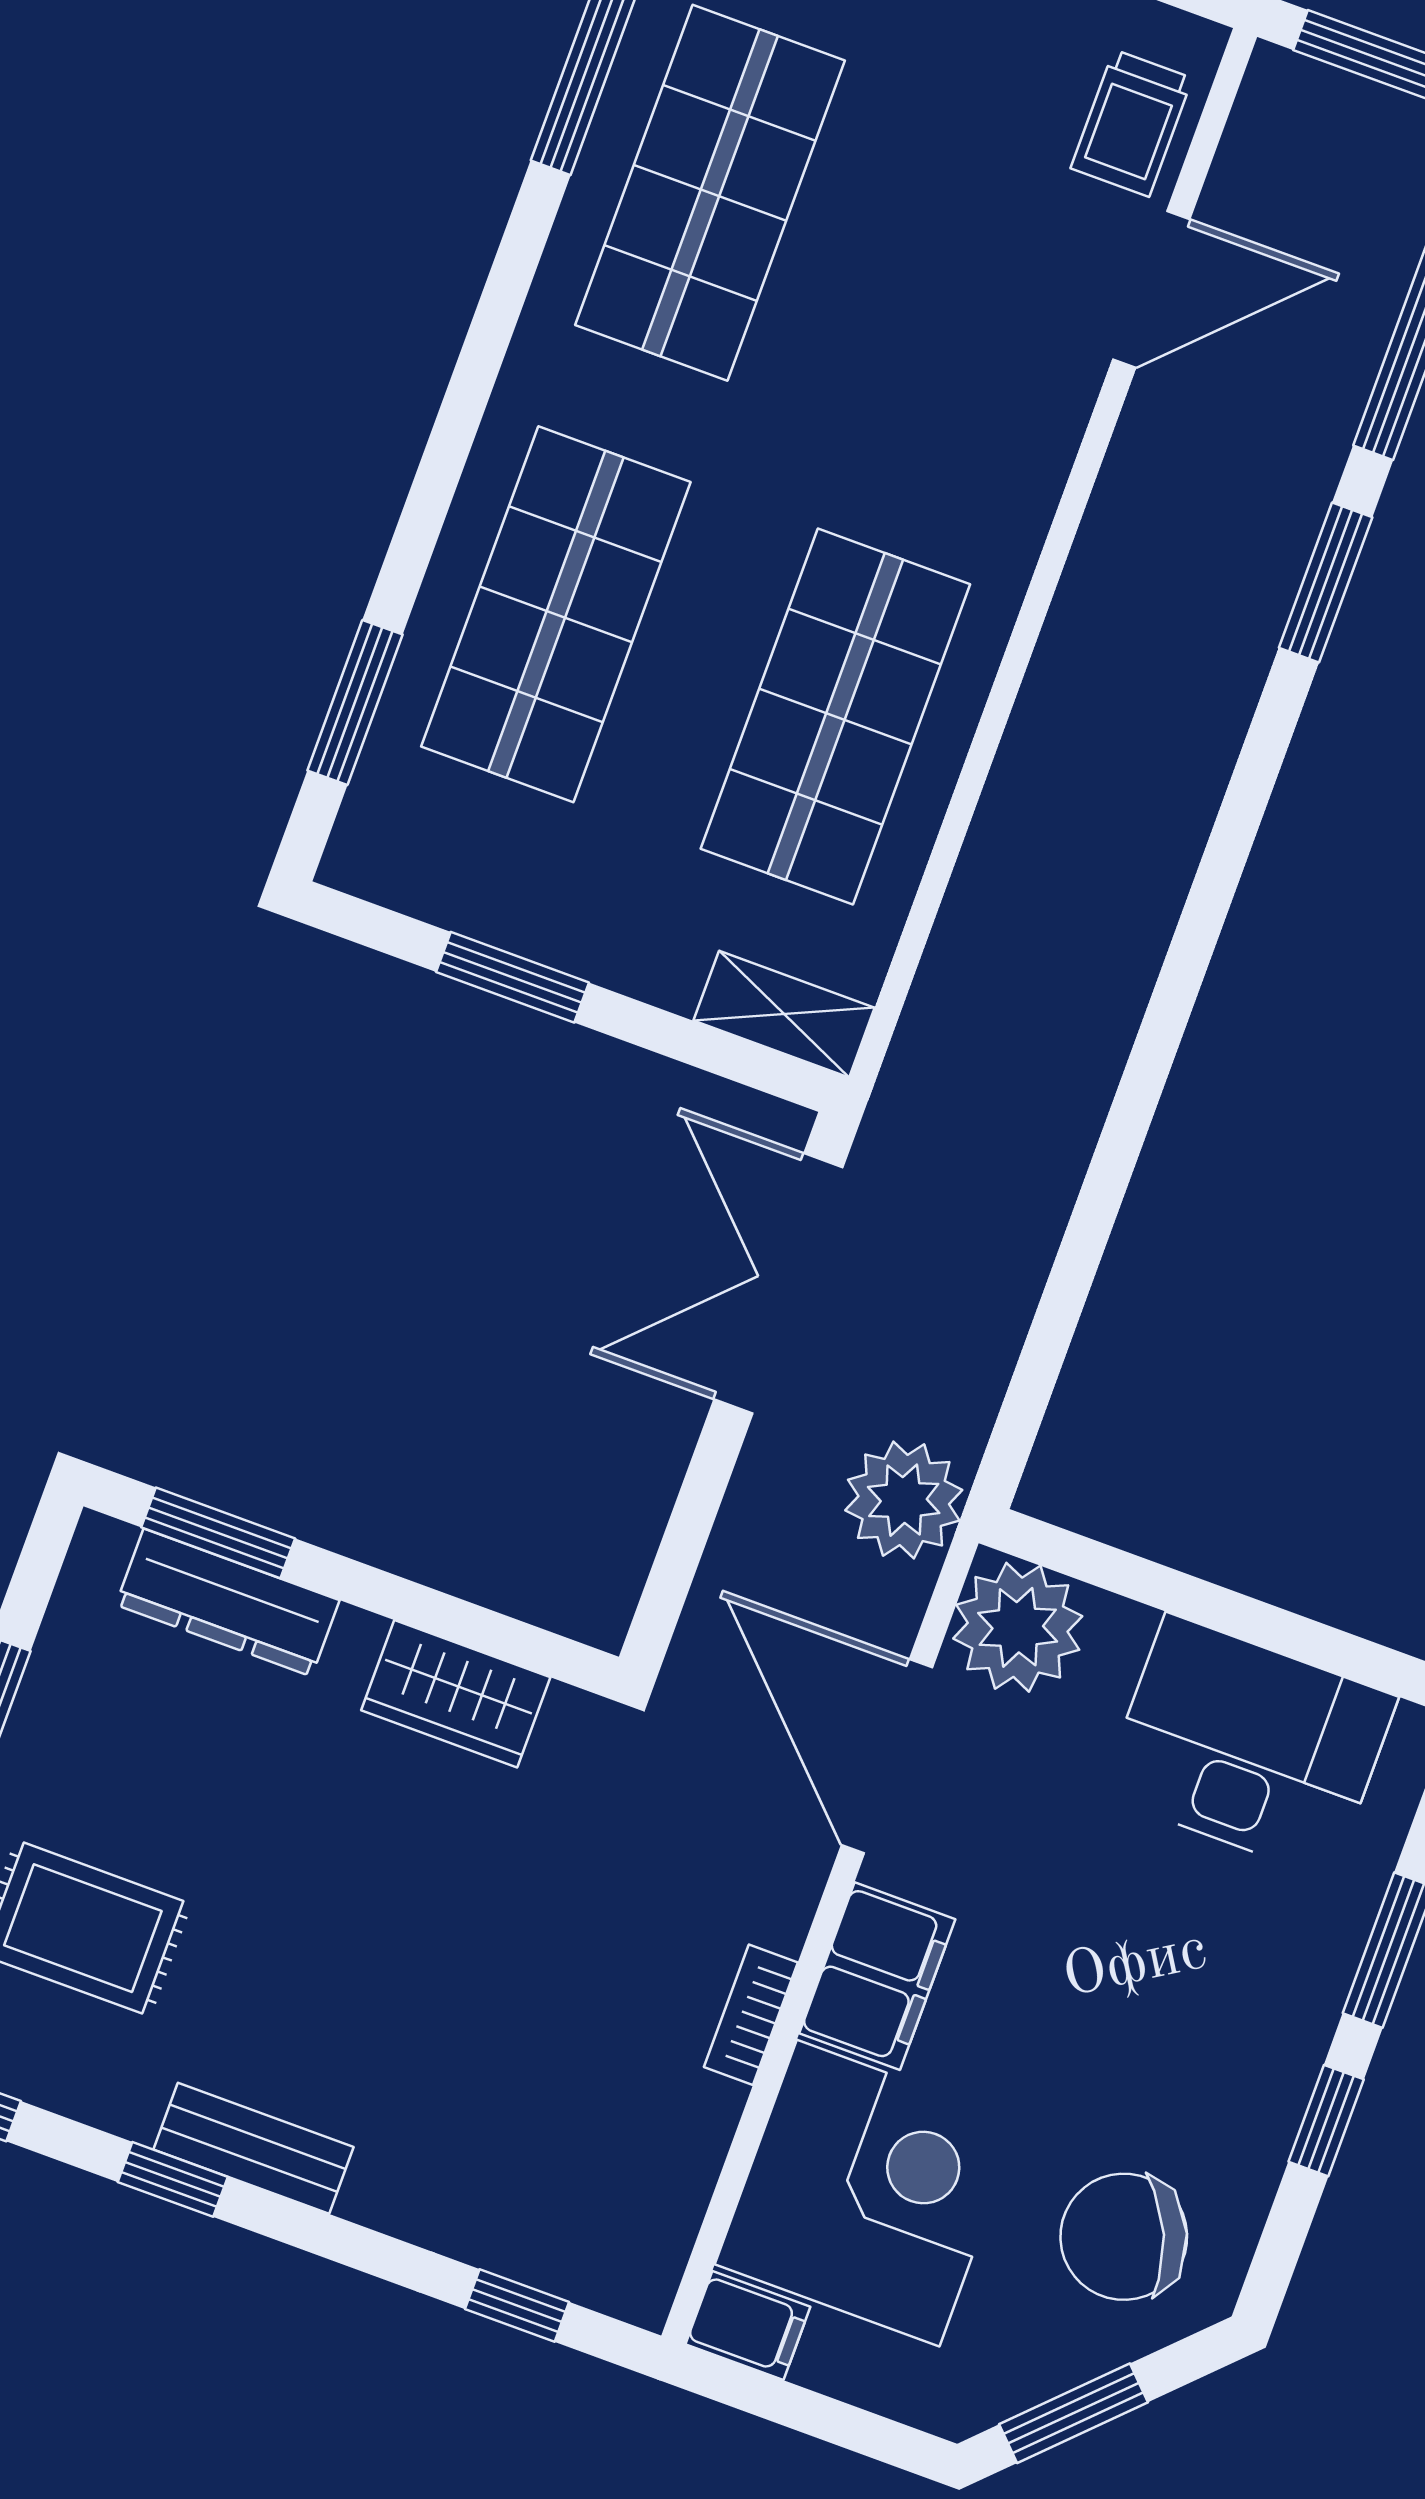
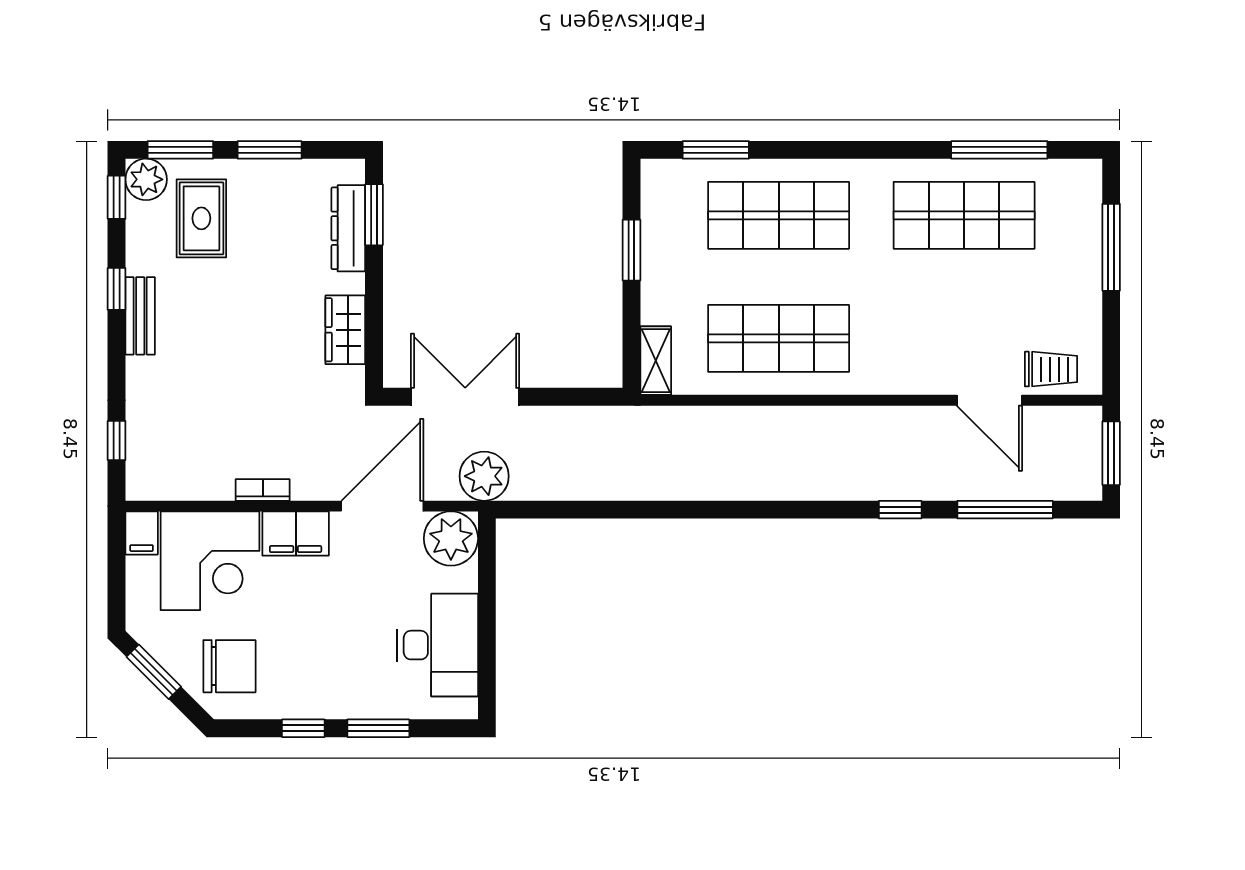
trolley: (1132, 123) -> (1051, 369), turned 180
window: (1326, 583) -> (900, 510), width x0.67
double door: (778, 1283) -> (465, 397), moved
chair: (1124, 2237) -> (229, 666), turned 113

